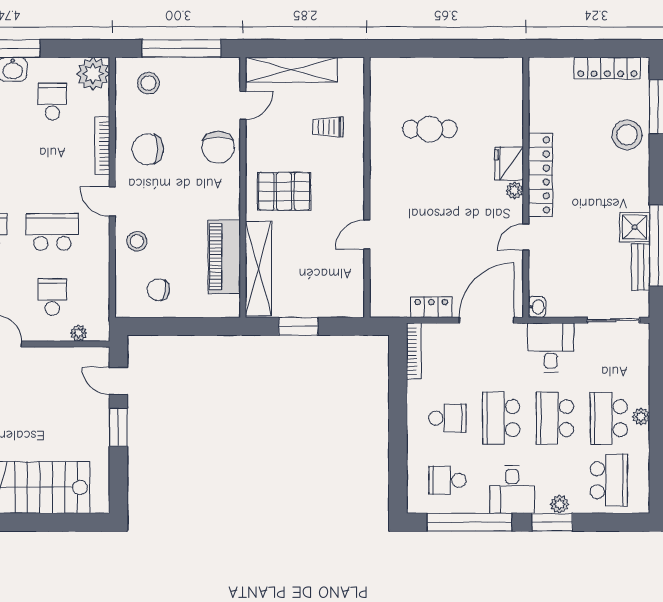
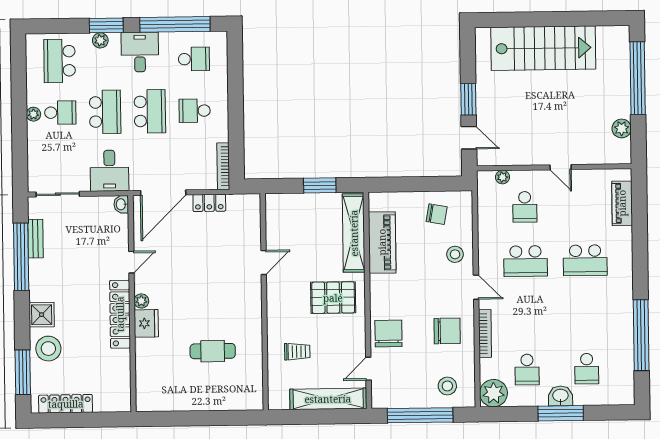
shower: (635, 227) -> (42, 315), moved
school desk: (609, 418) -> (60, 113), width x0.54

